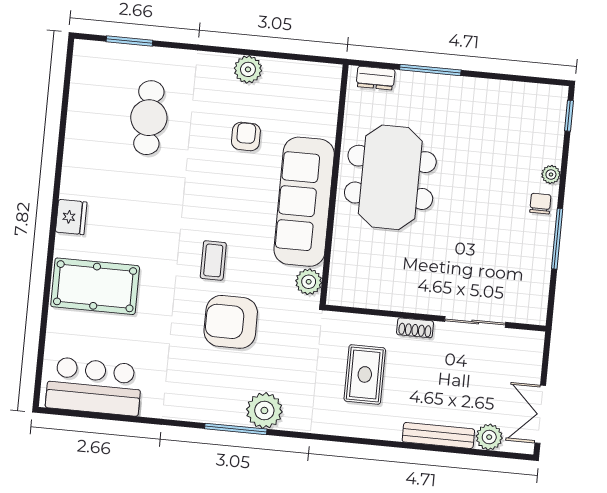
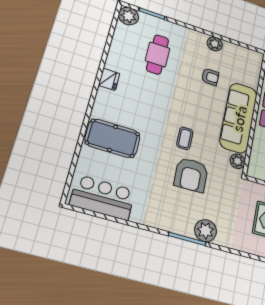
plant: (90, 57) -> (128, 16), added
armchair: (246, 137) -> (210, 77), turned 90
fridge: (71, 217) -> (109, 79), moved
armchair: (231, 322) -> (191, 175), turned -91

